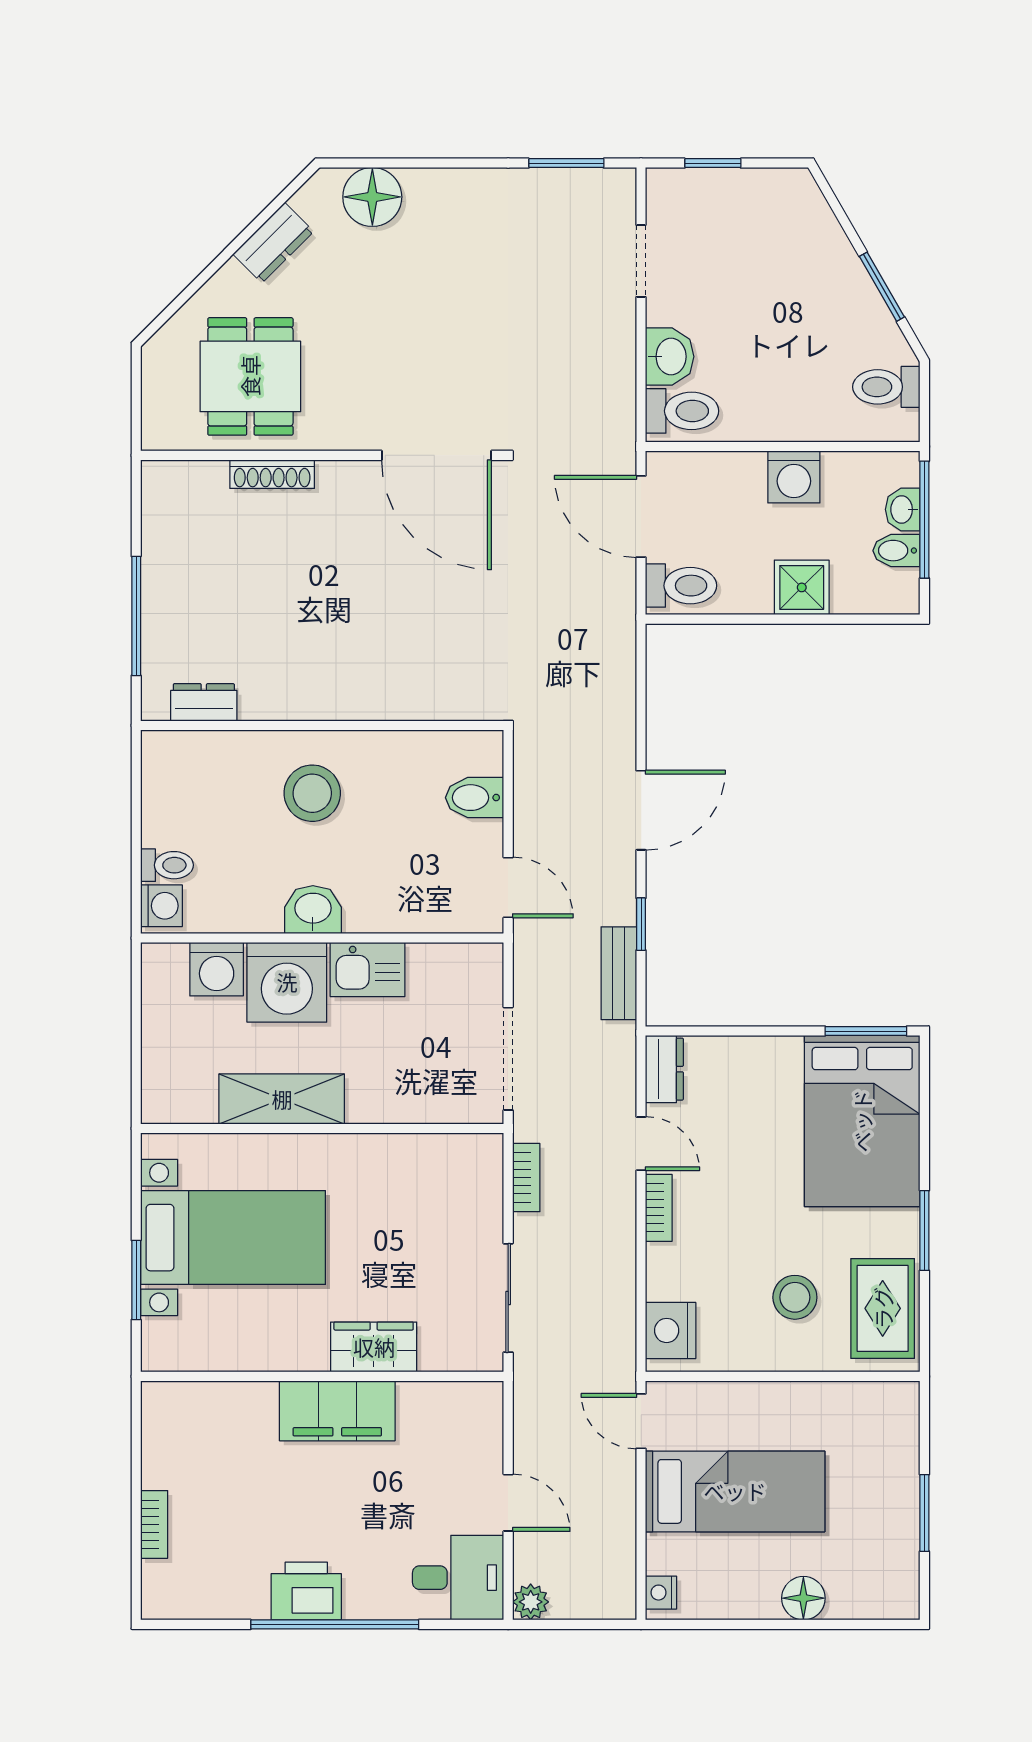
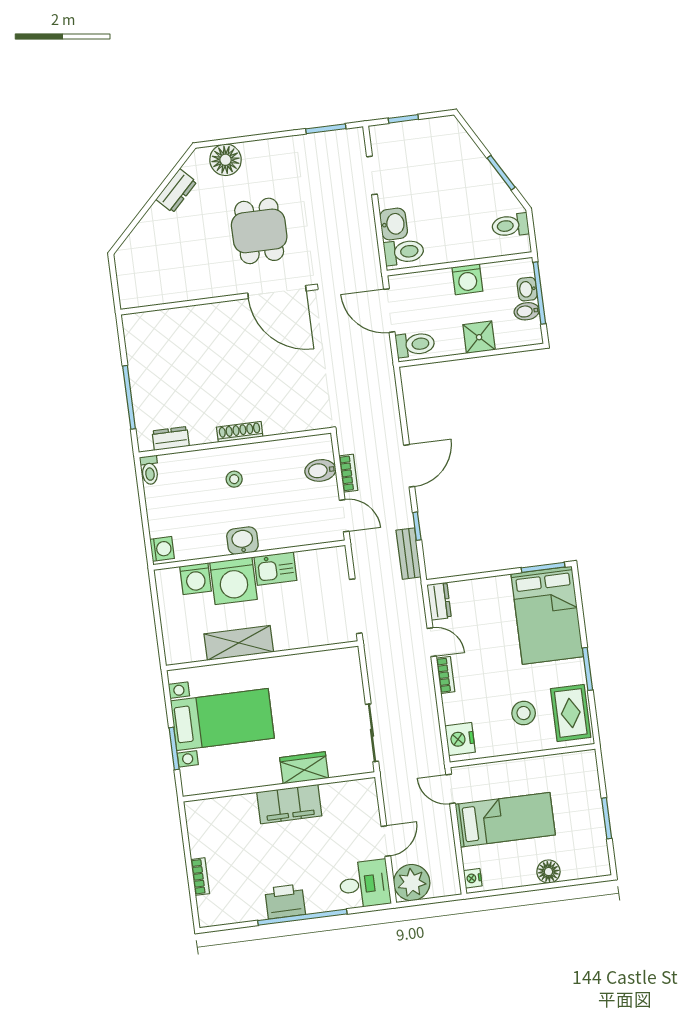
dining table: (250, 376) -> (259, 231), moved
shoe rack: (272, 474) -> (240, 432), moved, turned 180
stool: (312, 793) -> (234, 479), width x0.53, depth x0.53
toilet: (167, 865) -> (149, 470), moved, turned 90
bookcase: (526, 1178) -> (348, 473), moved
door: (508, 1503) -> (386, 841), hinge flipped
plant: (531, 1602) -> (412, 883), width x1.88, depth x1.88

